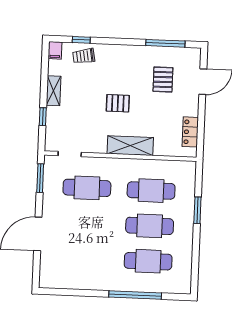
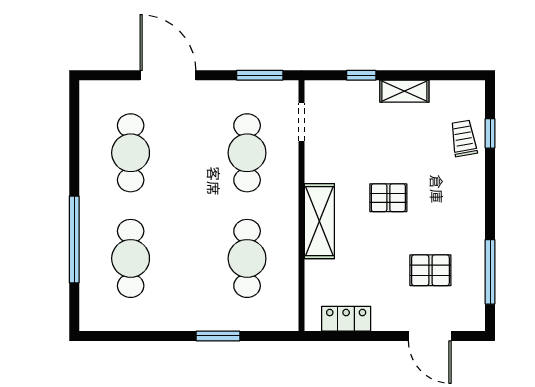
filing cabinet: (55, 50) -> (471, 91), removed
pallet: (118, 103) -> (388, 198), turned 90
cafe table: (150, 226) -> (131, 153), moved

